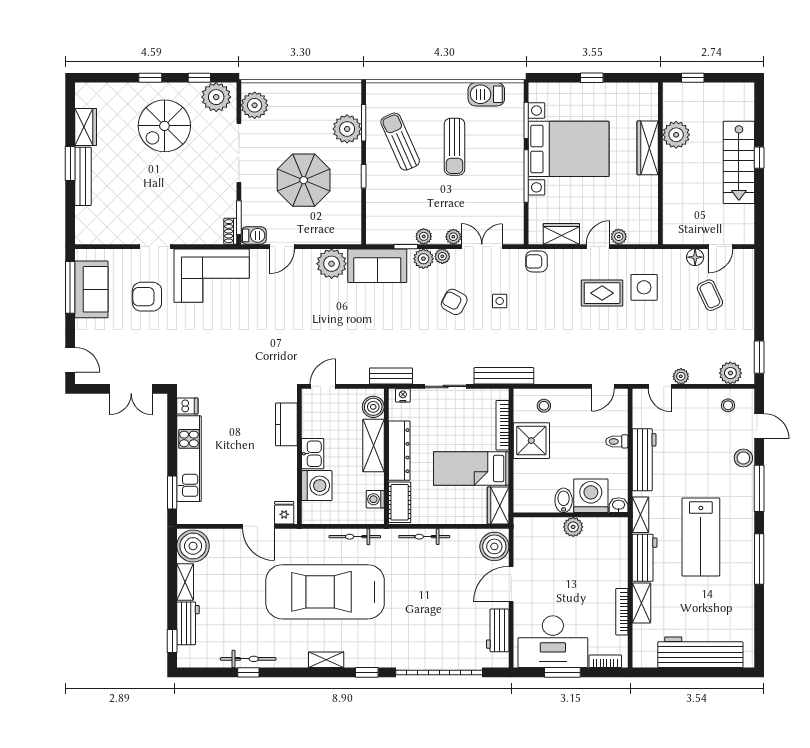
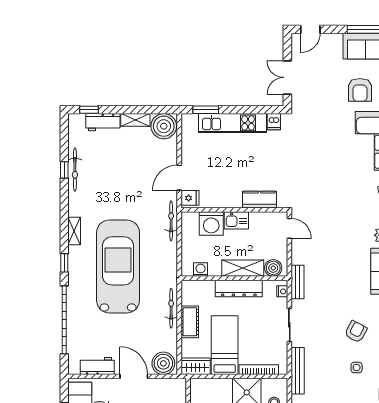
armchair: (147, 297) -> (360, 90), turned 180
cot: (400, 502) -> (190, 322), moved, turned 90
bicycle: (355, 537) -> (171, 221), moved
car: (325, 592) -> (118, 266), moved

